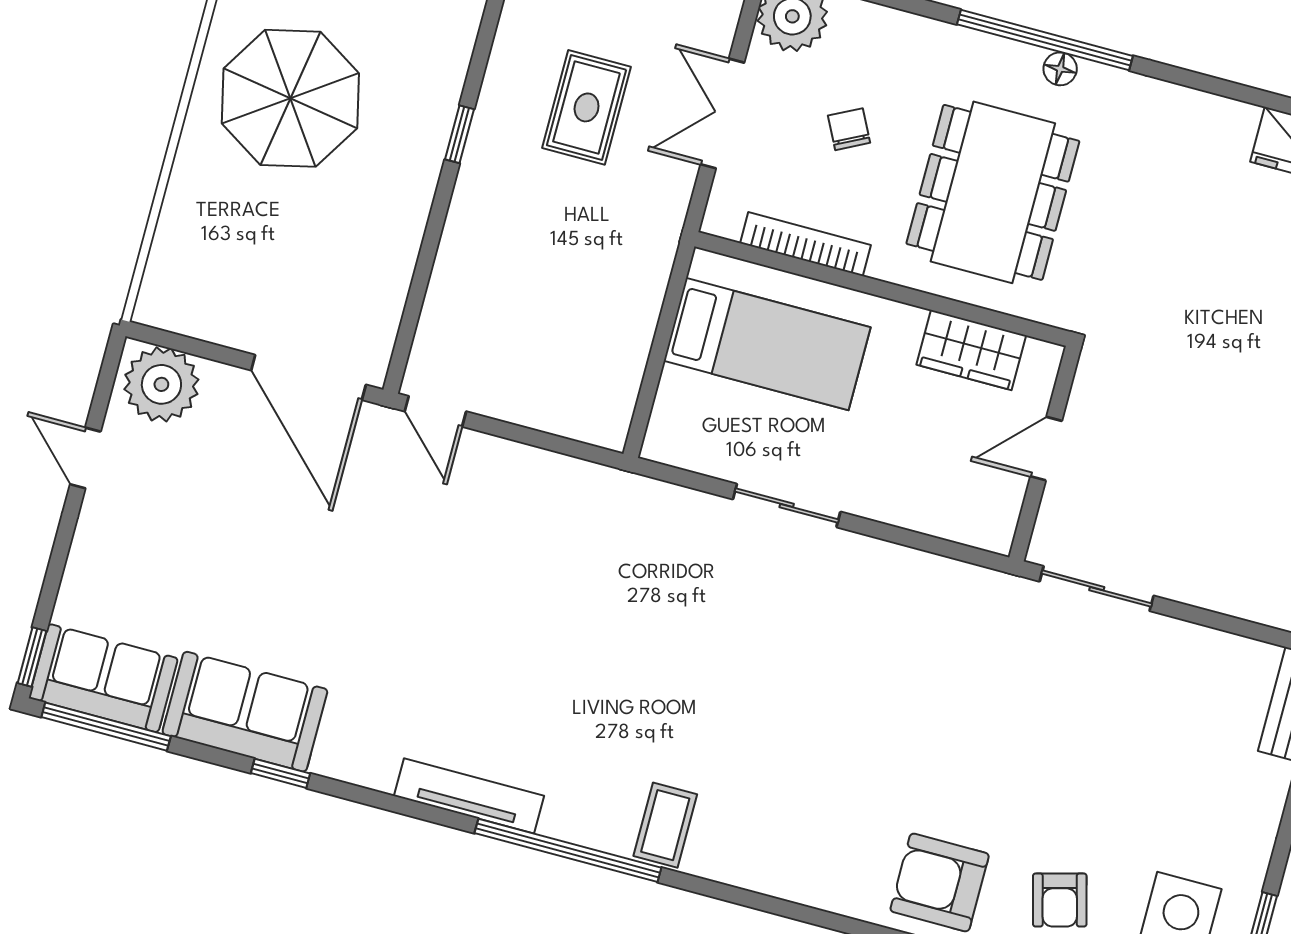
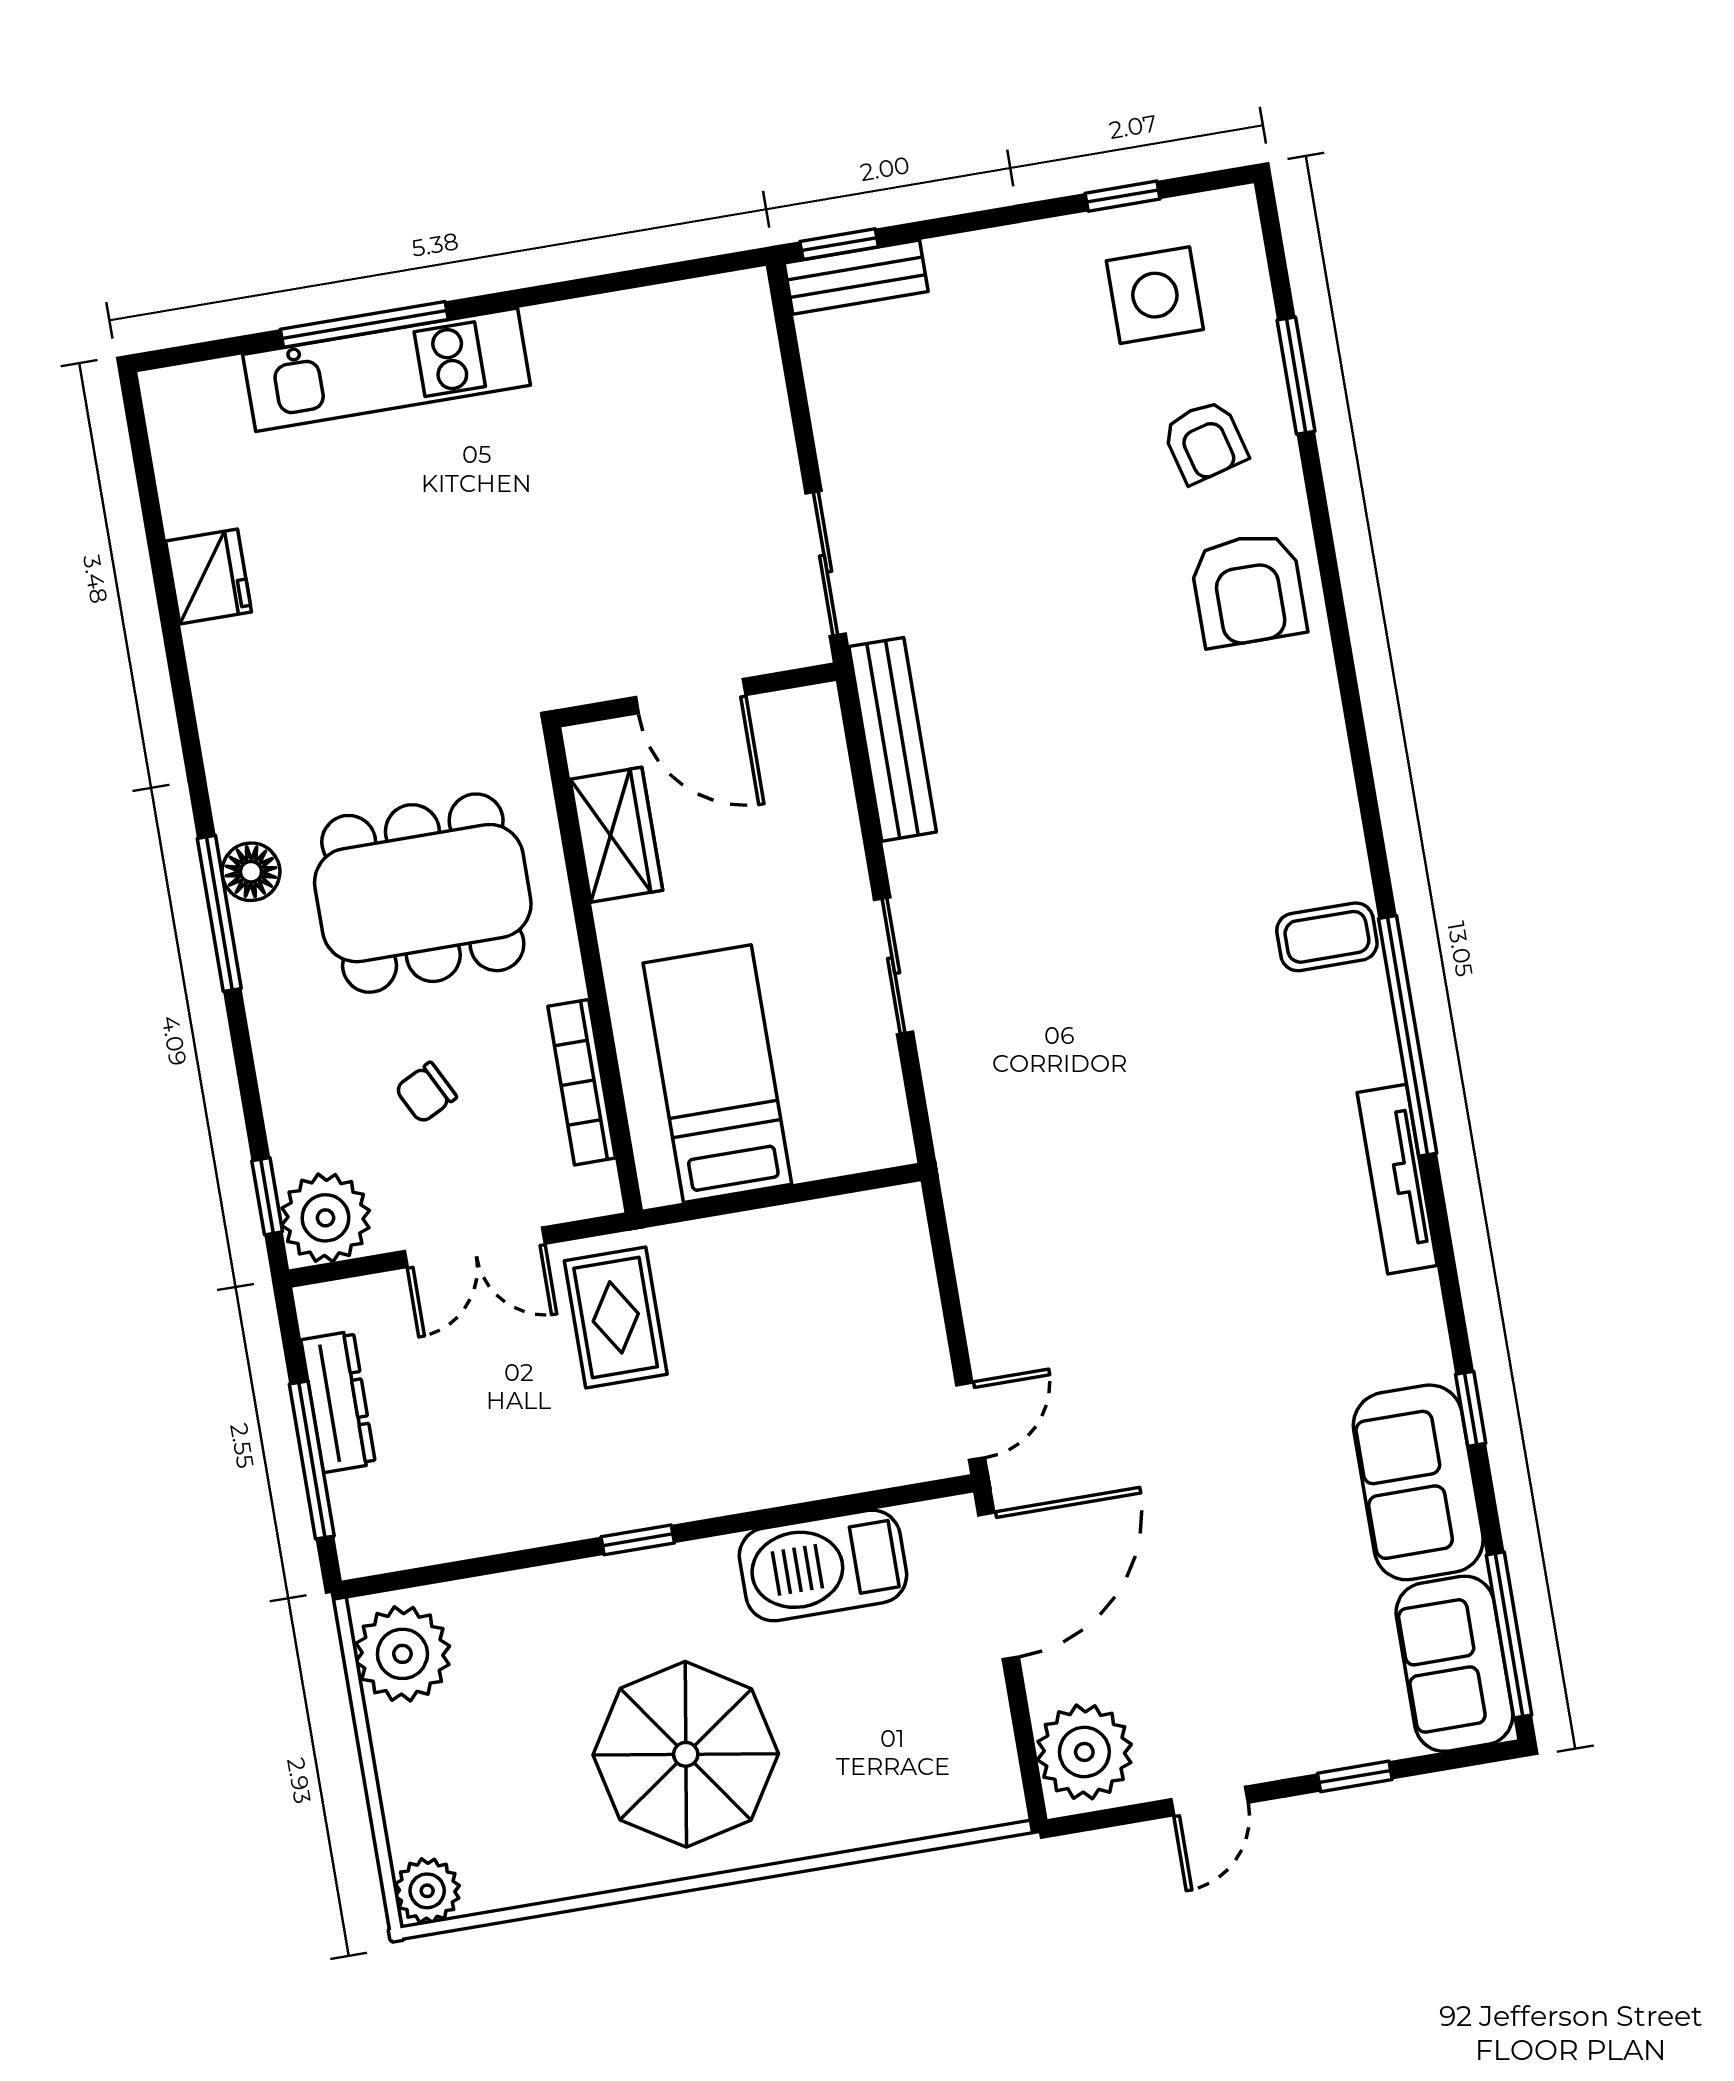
window: (1045, 40) -> (219, 913), width x0.68
floor lamp: (1060, 69) -> (251, 872), width x1.37, depth x1.37
rug: (587, 107) -> (616, 1317), moved, turned 90
barbecue: (381, 258) -> (823, 1565), added
door: (1046, 449) -> (691, 696), width x1.38
bench: (949, 579) -> (893, 739), added
window: (32, 657) -> (1355, 1776), moved
armchair: (1060, 900) -> (1205, 442), turned 90

